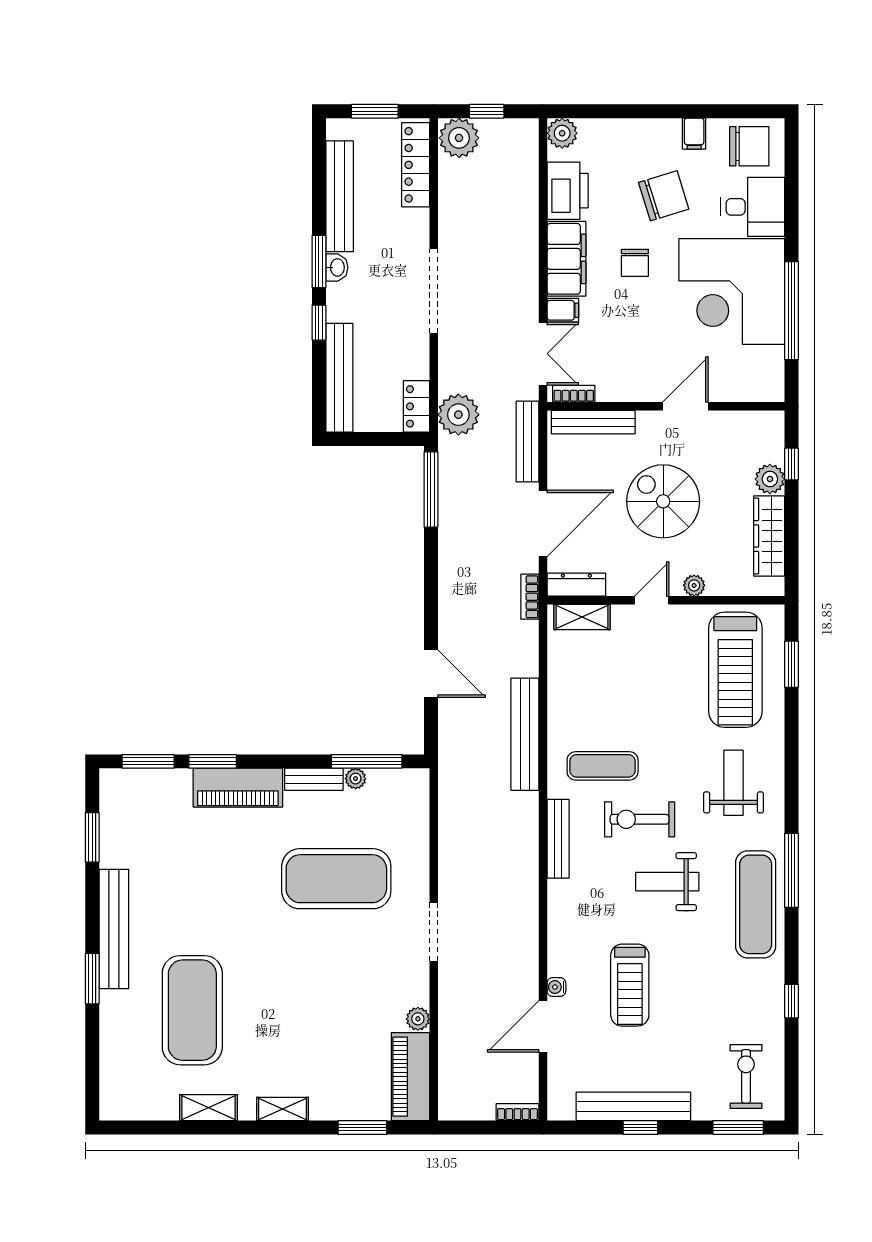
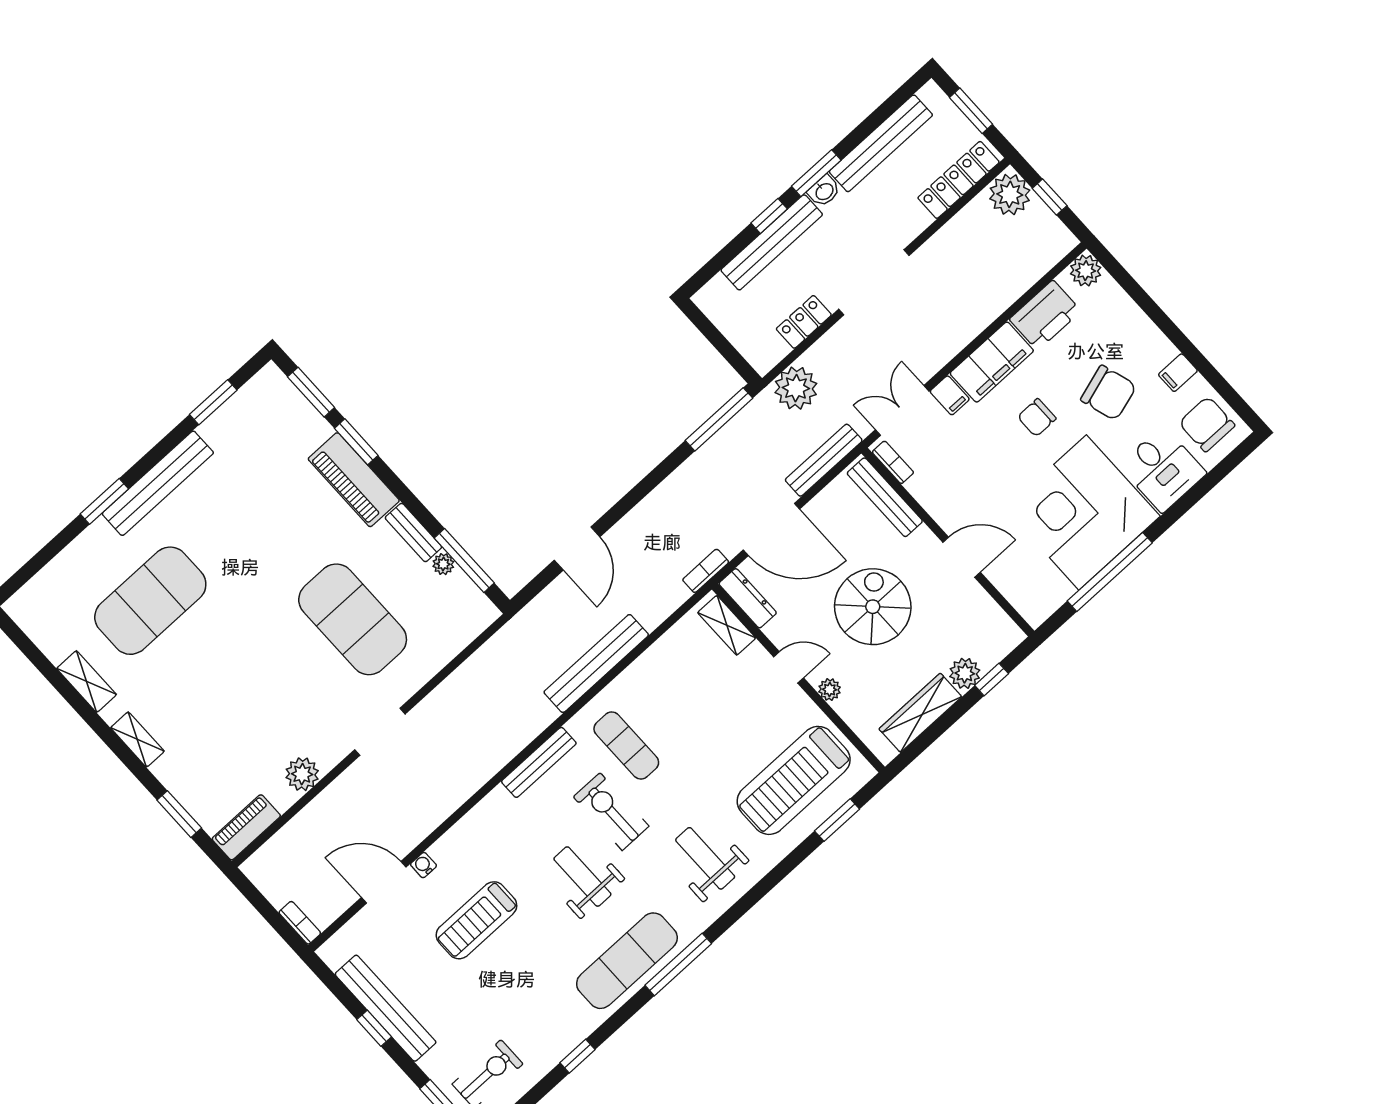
chair: (749, 146) -> (1207, 424), turned 180
double door: (543, 354) -> (902, 410), swing flipped
bench: (339, 378) -> (772, 242), moved
locker: (416, 406) -> (804, 322), moved
weight bench: (734, 783) -> (705, 858), turned -90
plant: (418, 1019) -> (302, 774), width x1.38, depth x1.38
piano: (410, 1077) -> (246, 827), width x0.73, depth x0.75

